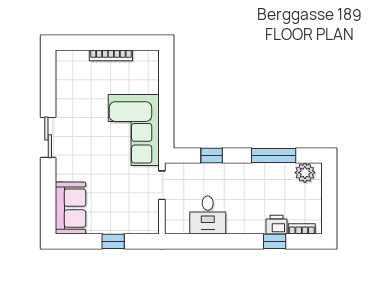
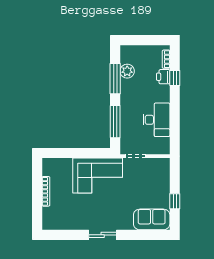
window: (212, 155) -> (115, 122), width x2.17
plant: (305, 173) -> (127, 71), moved
desk: (208, 215) -> (156, 120), width x1.37
window: (113, 241) -> (175, 201), moved

